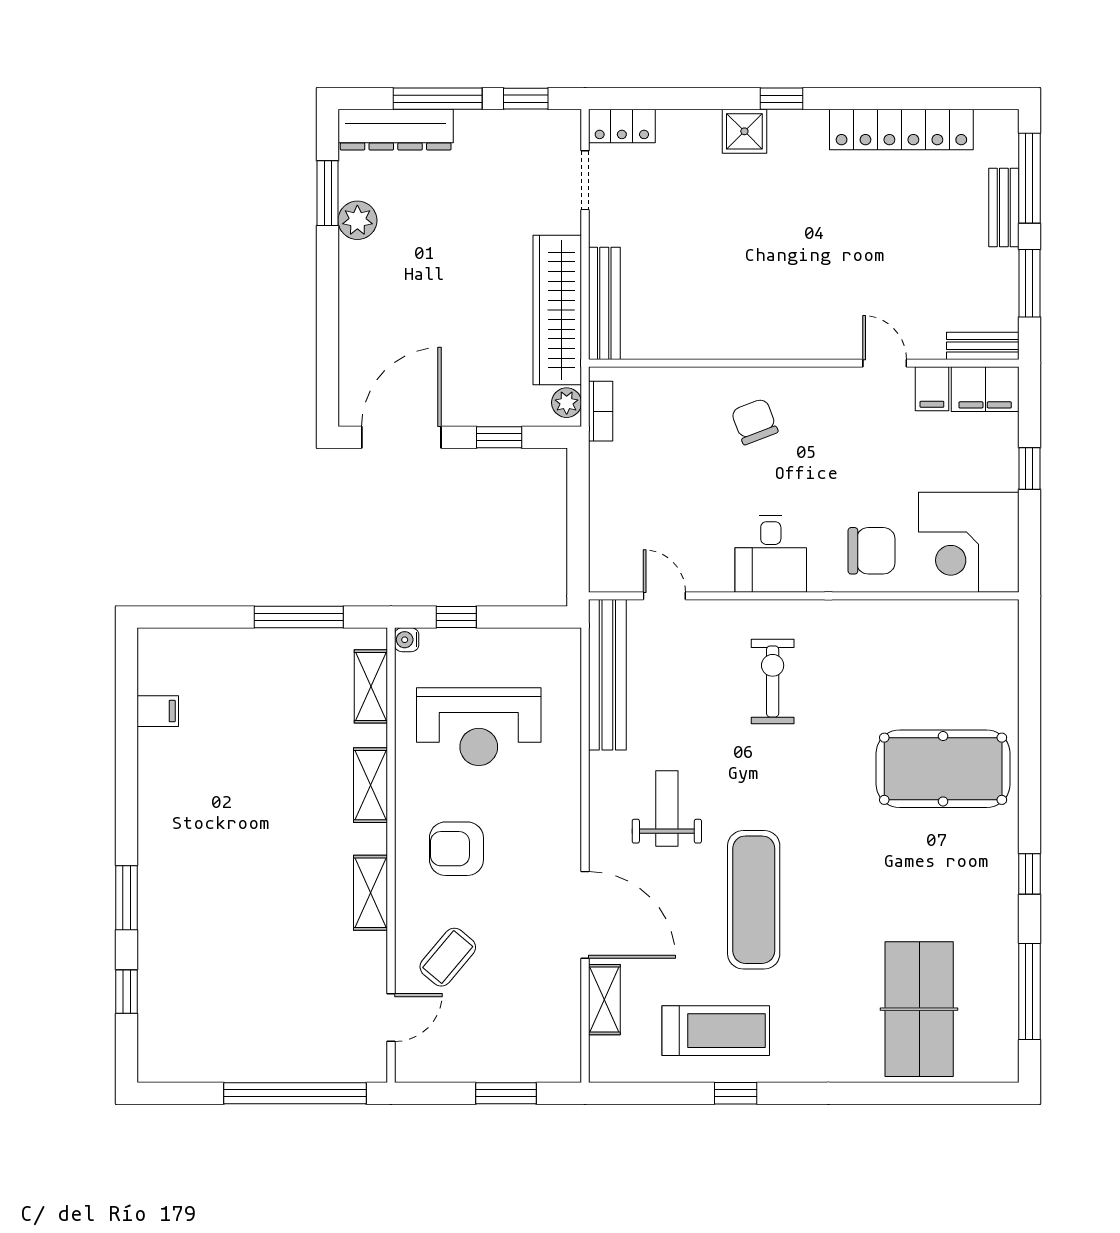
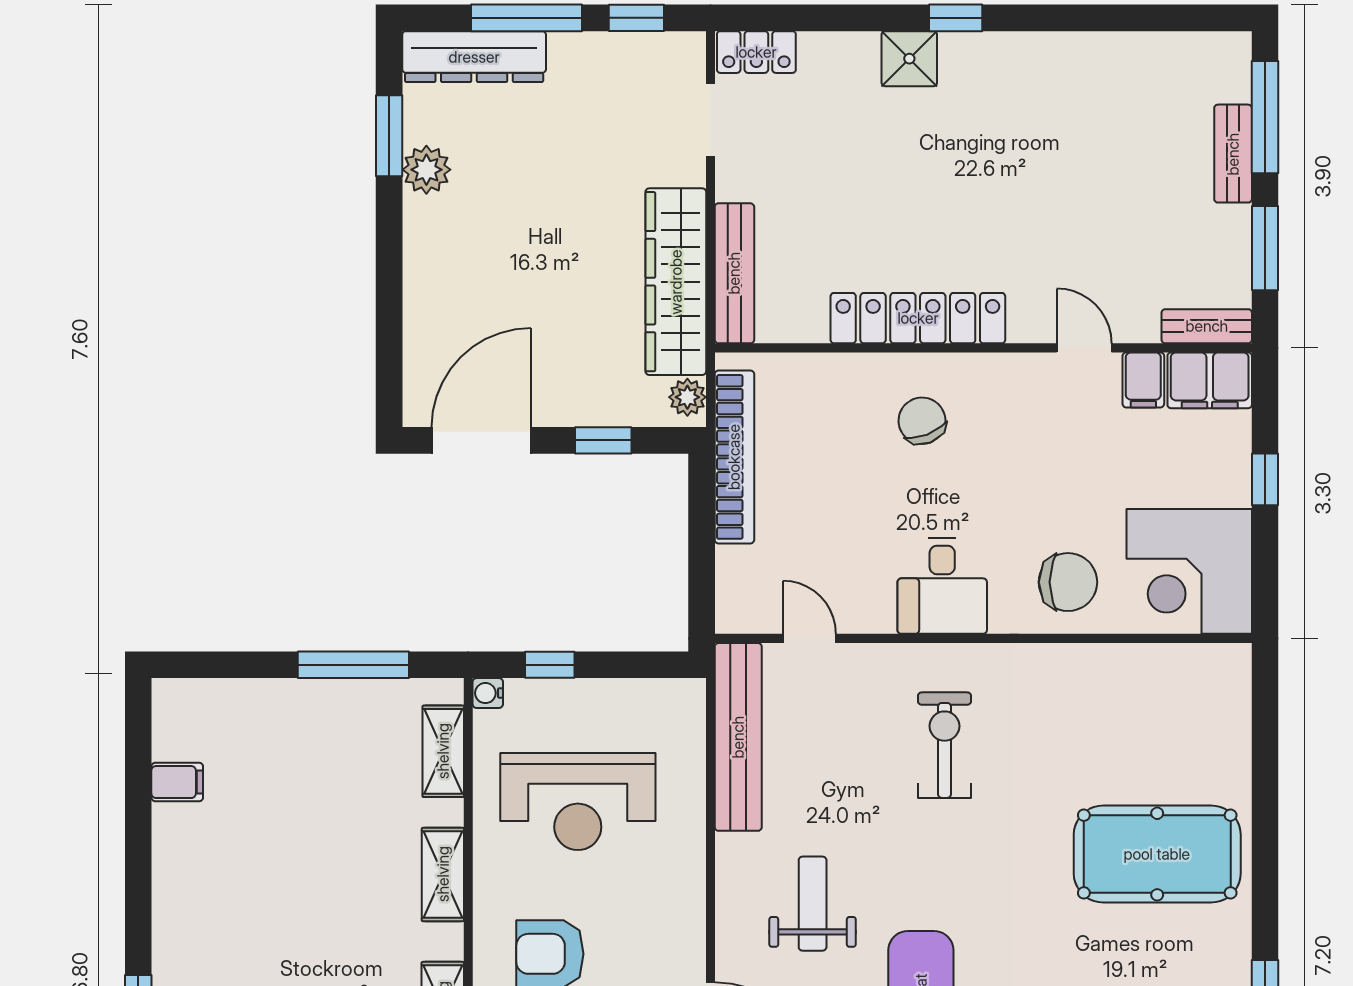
locker: (901, 129) -> (918, 318), moved, turned 180
bookcase: (601, 411) -> (734, 457), width x2.31, depth x1.31

